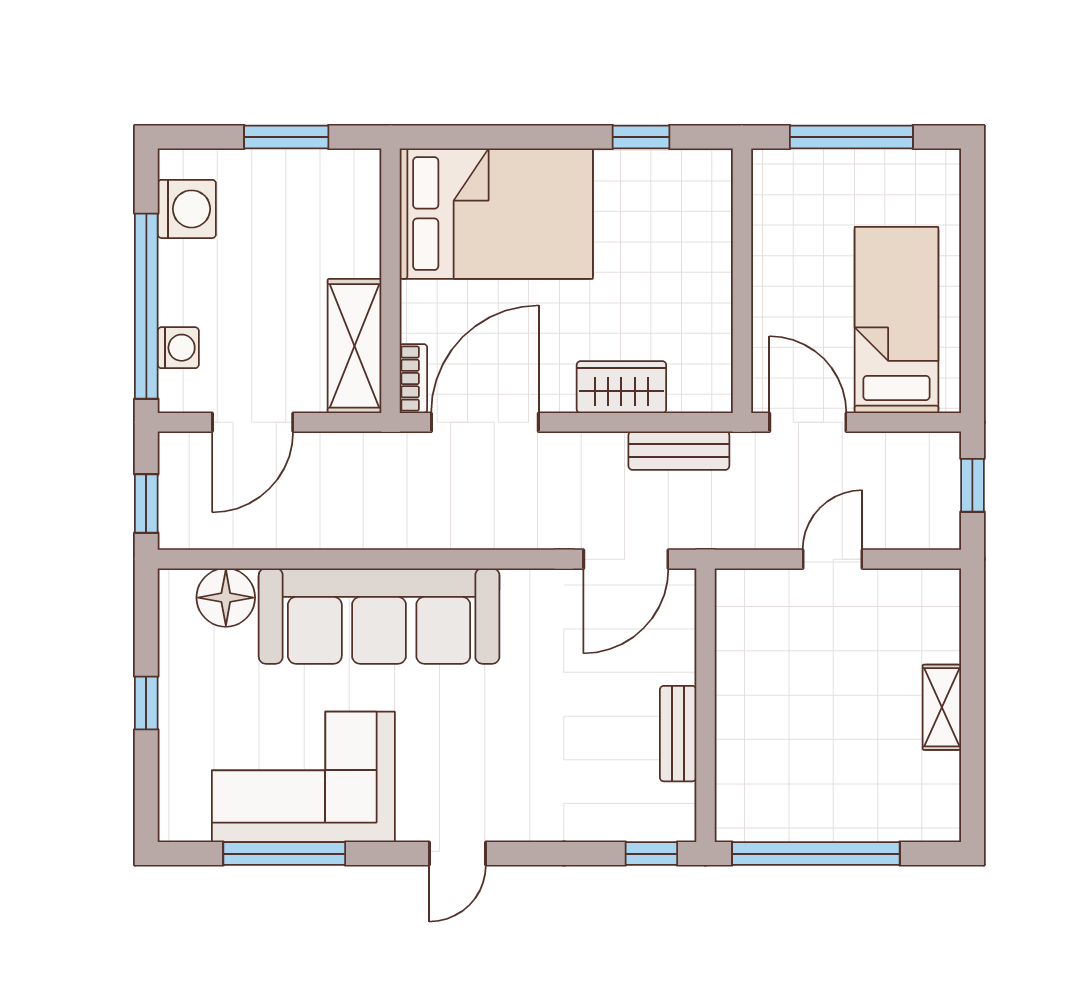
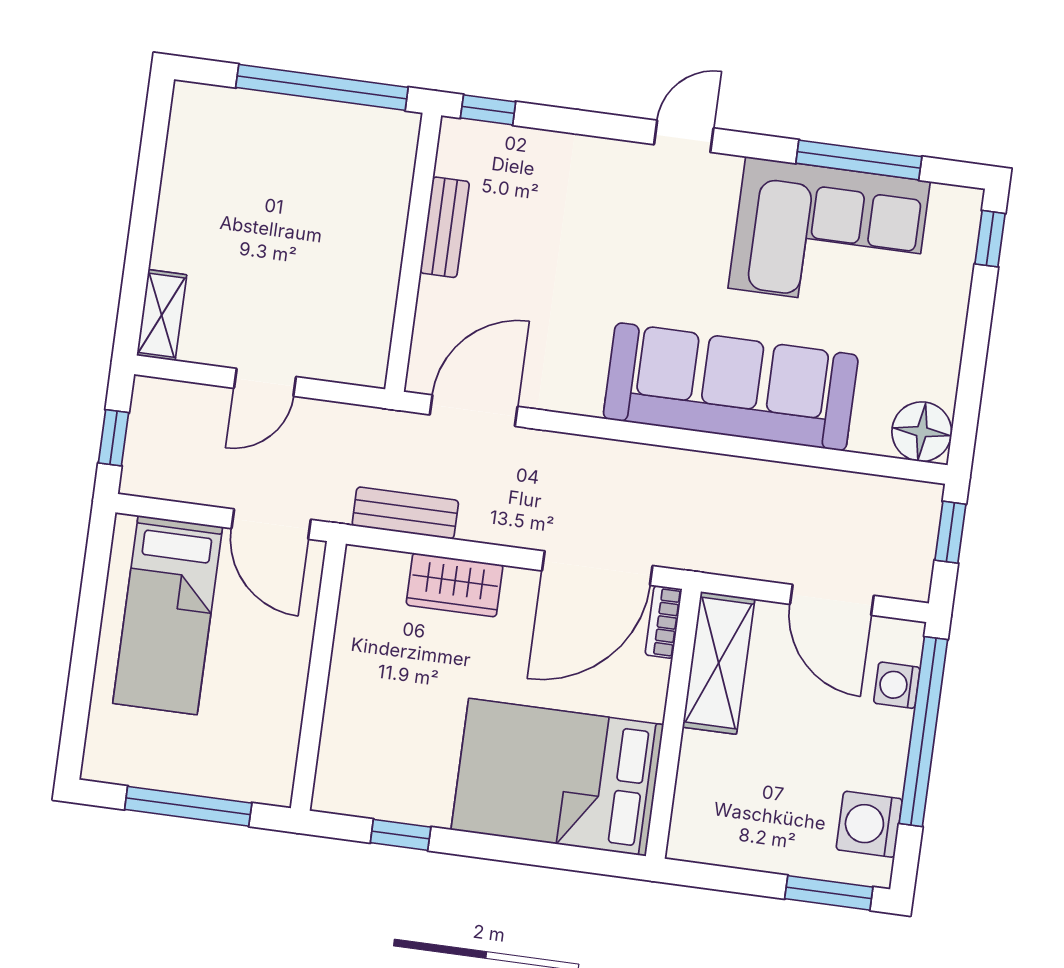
window: (286, 137) -> (829, 893), moved
door: (253, 422) -> (832, 600), swing flipped
floor lamp: (226, 598) -> (922, 432), moved
window: (146, 703) -> (990, 239), moved
shelving: (942, 707) -> (162, 315), moved

